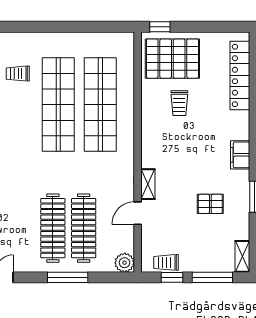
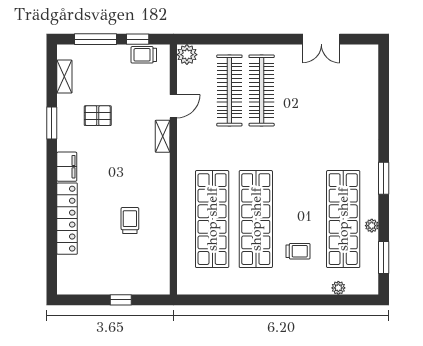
window: (160, 27) -> (121, 300), moved
pallet: (172, 59) -> (137, 267), removed
locker: (240, 75) -> (67, 219), moved
shelving: (242, 256) -> (64, 77), moved
trolley: (166, 262) -> (144, 55), turned 180
window: (68, 277) -> (246, 39), removed

